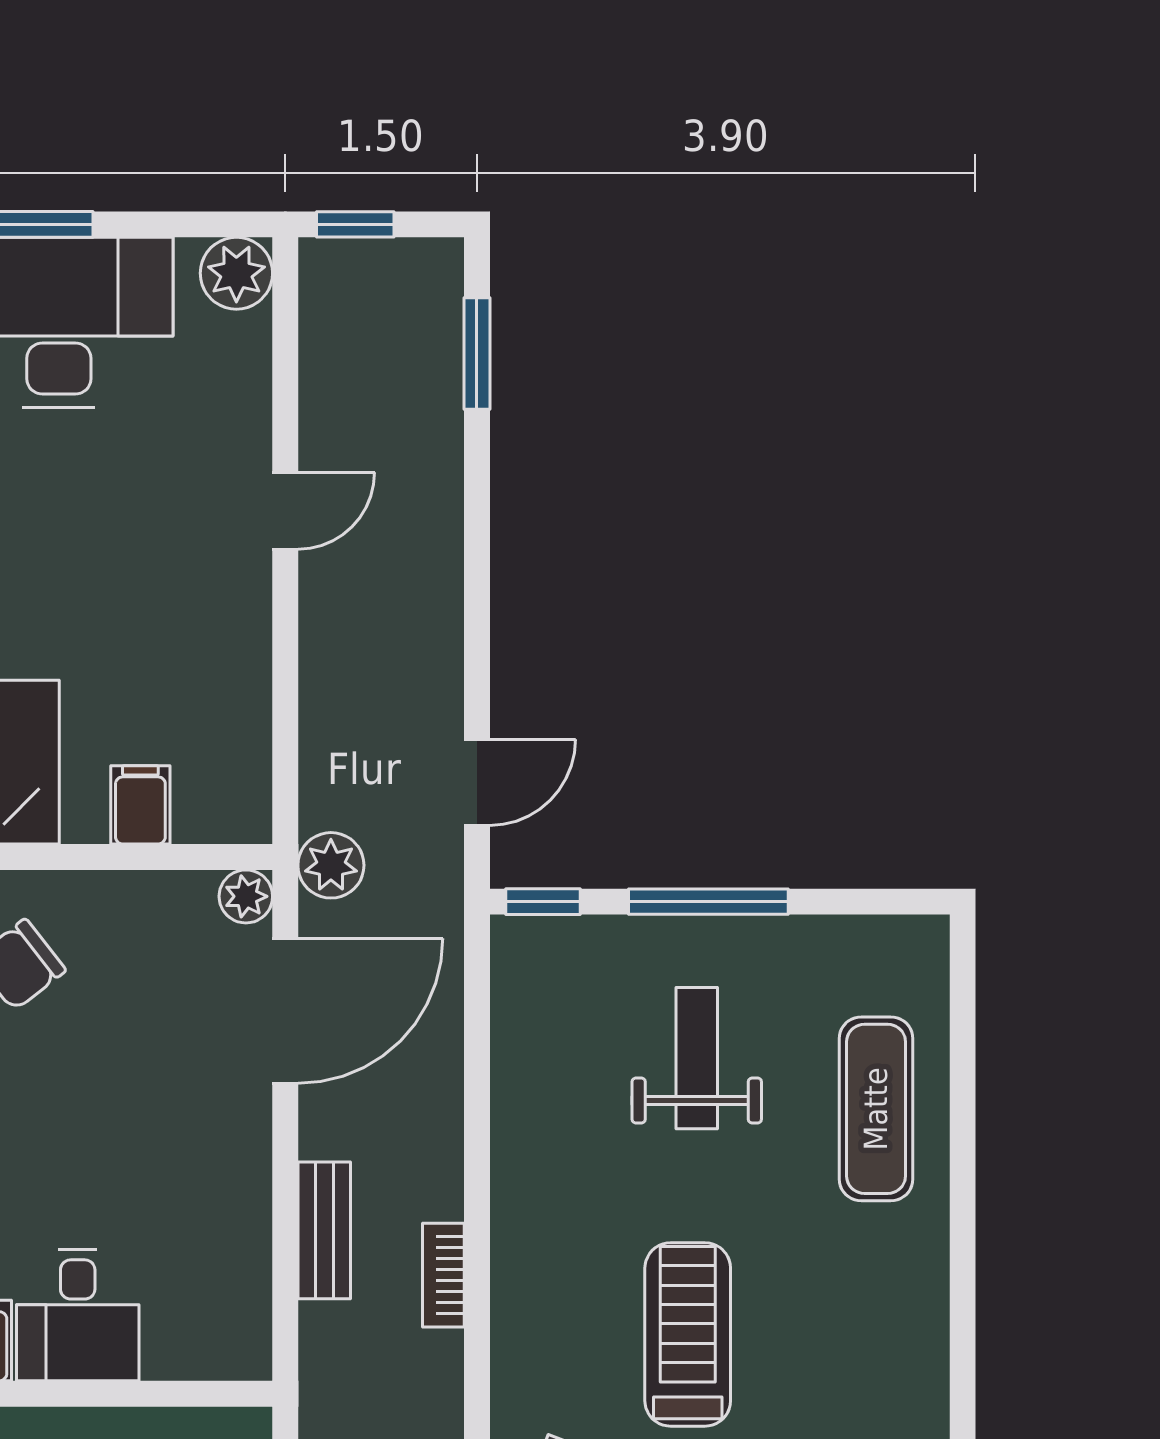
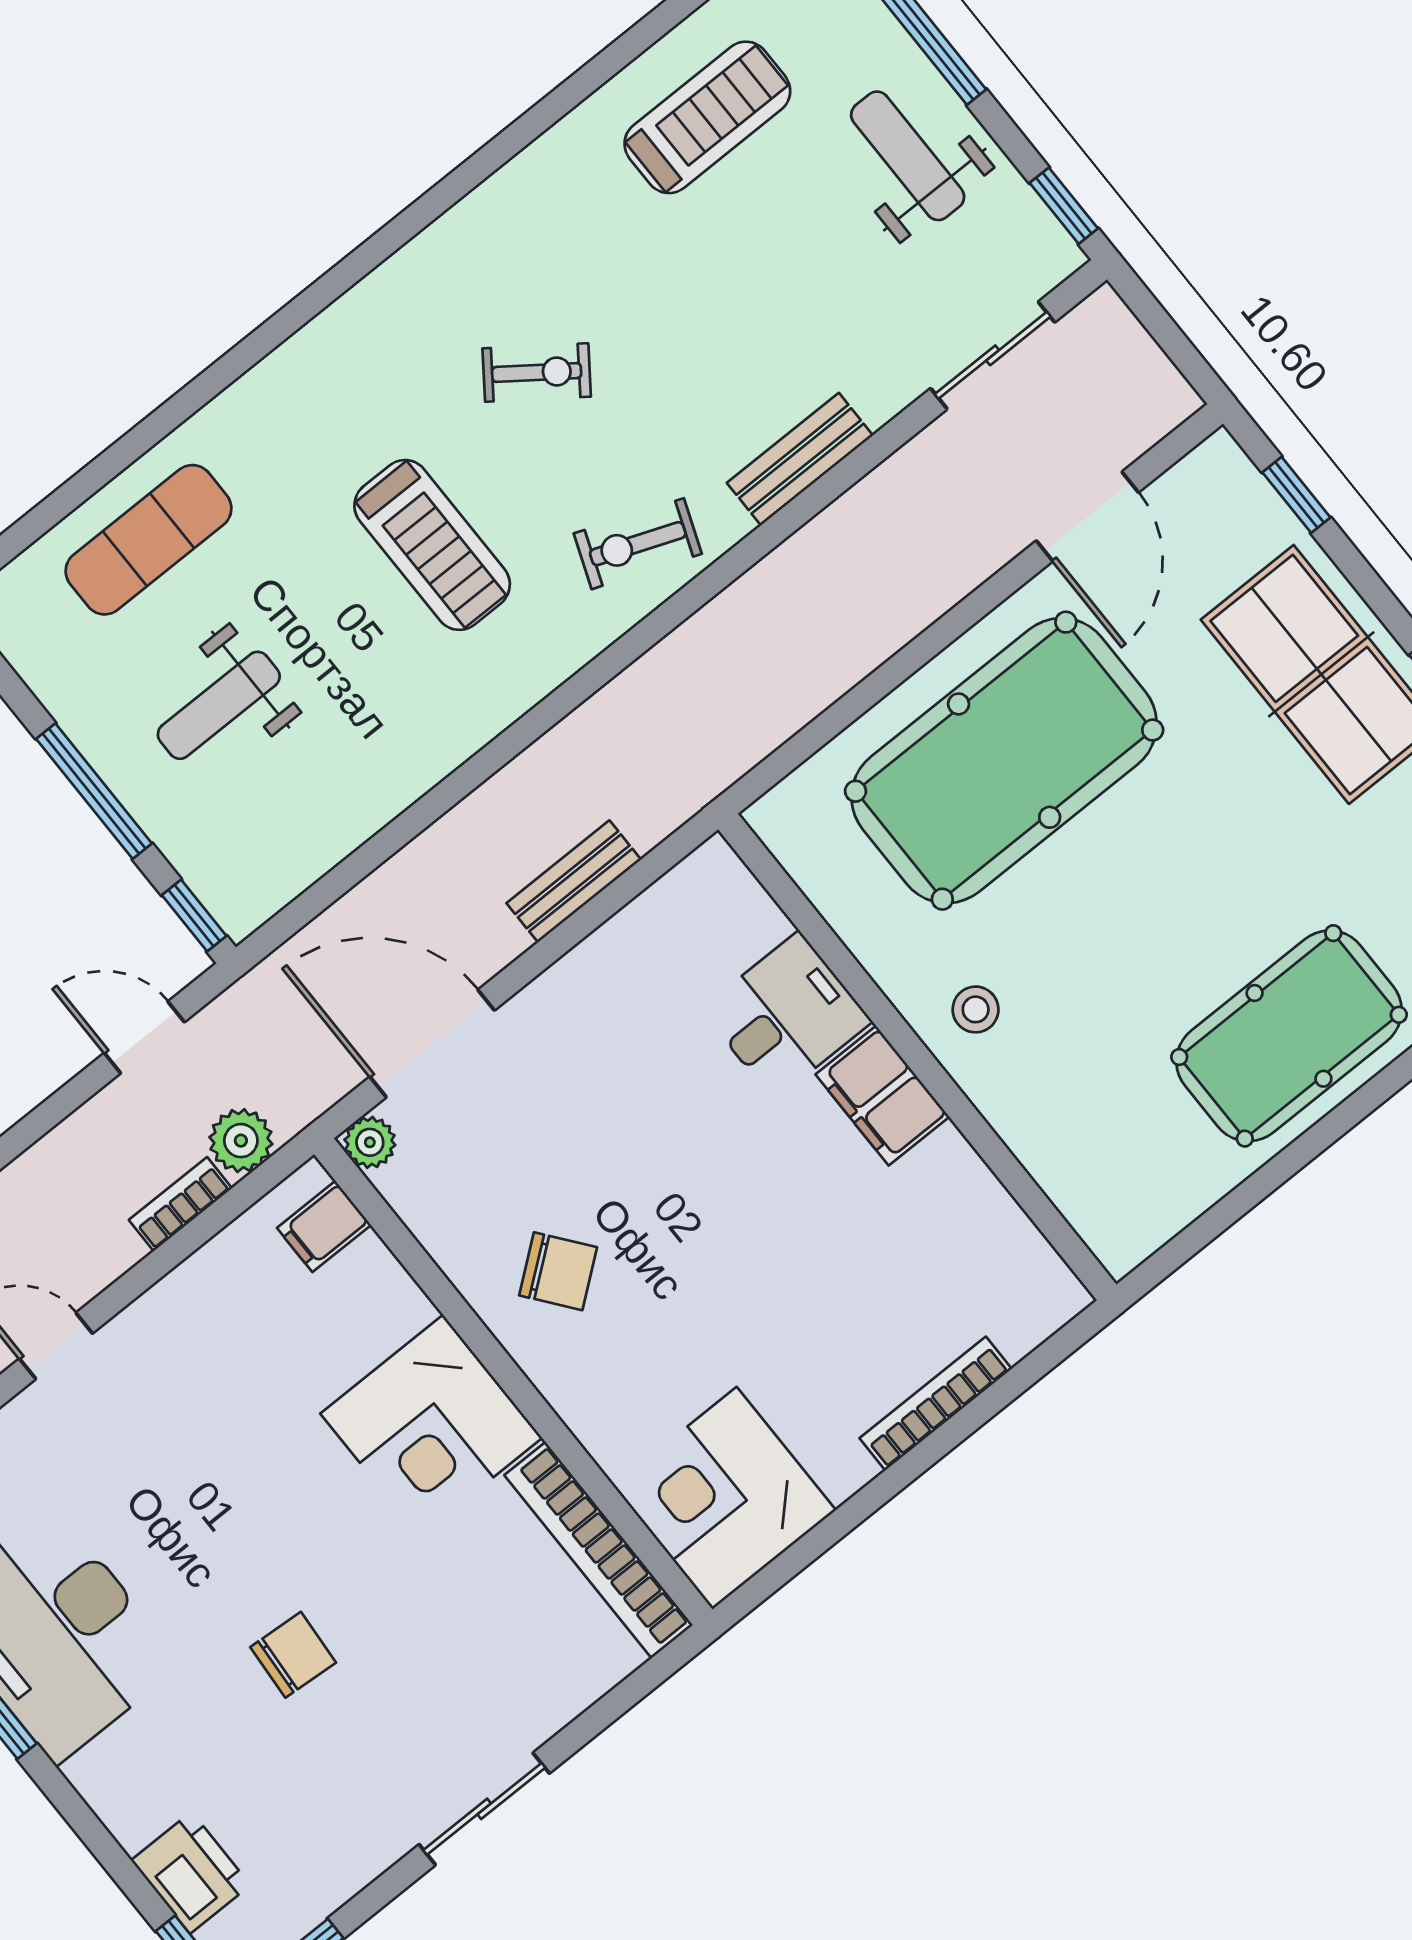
filing cabinet: (140, 805) -> (324, 1226), moved
plant: (331, 865) -> (241, 1141), moved
bookcase: (443, 1275) -> (180, 1204), moved, turned 180
treadmill: (688, 1334) -> (432, 545), turned -90

